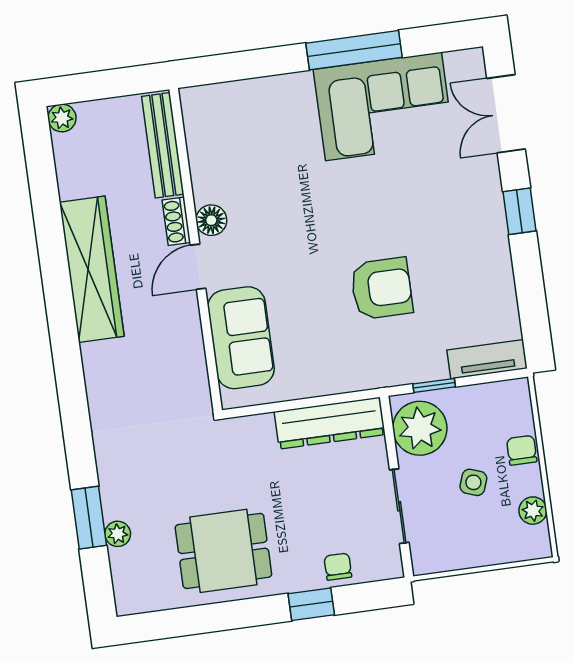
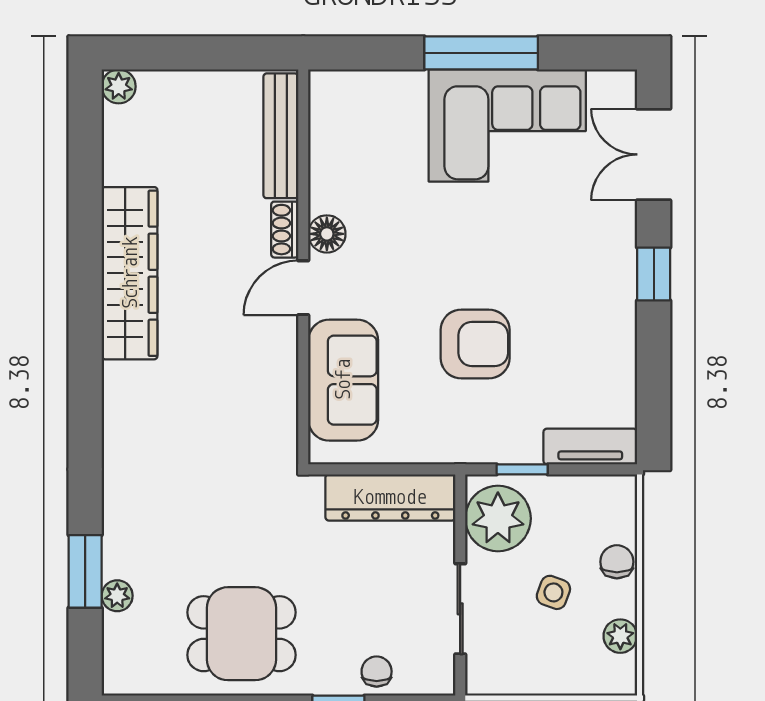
bench: (163, 145) -> (281, 136), moved
floor lamp: (211, 220) -> (327, 234), moved
shoe rack: (176, 221) -> (285, 230), moved
wall: (196, 250) -> (303, 267), moved
door: (198, 267) -> (303, 288), moved
sofa: (241, 338) -> (343, 380), moved

